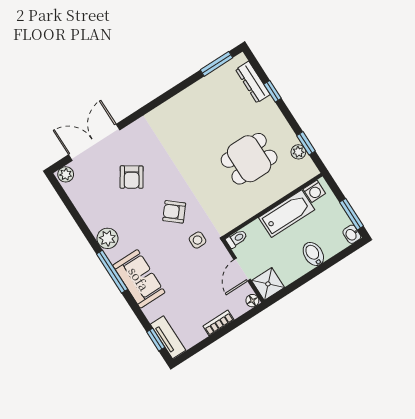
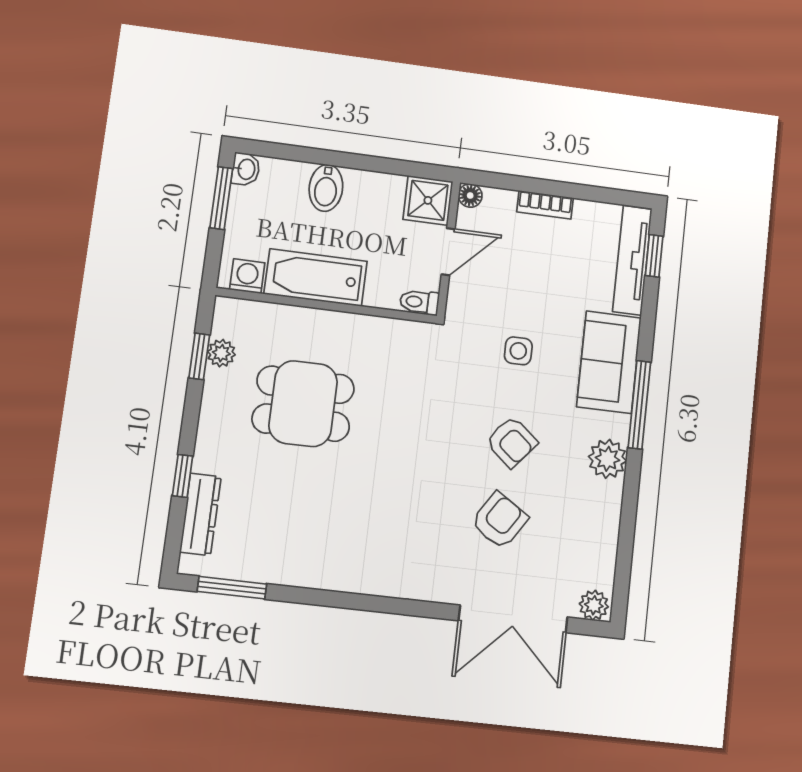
armchair: (174, 212) -> (512, 442), moved
side table: (198, 240) -> (518, 351), moved
tv unit: (168, 337) -> (632, 260), width x1.41

